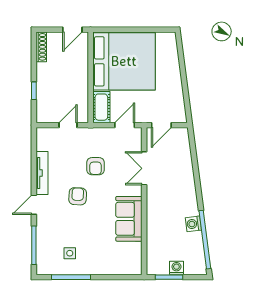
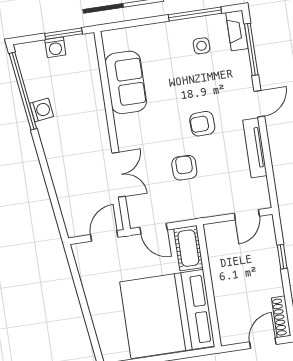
door: (72, 30) -> (263, 343), moved
door: (68, 125) -> (247, 215), moved
door: (125, 125) -> (154, 229), hinge flipped
armchair: (78, 196) -> (202, 124), turned 85
sofa: (129, 219) -> (126, 82), moved
fireplace: (42, 260) -> (237, 31), added

